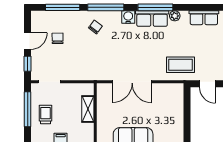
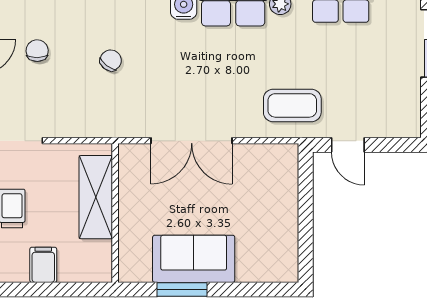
chair: (95, 27) -> (111, 60), moved
shelving: (88, 109) -> (96, 197), width x1.50, depth x1.33

